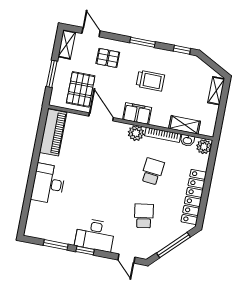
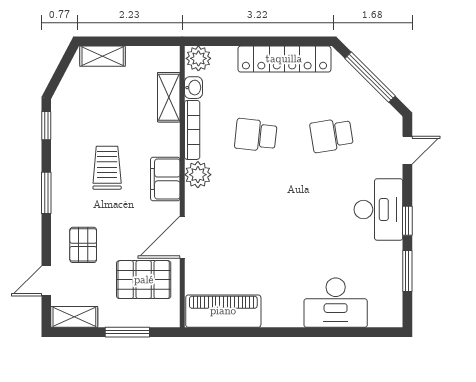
desk: (48, 184) -> (336, 303), moved

